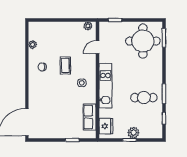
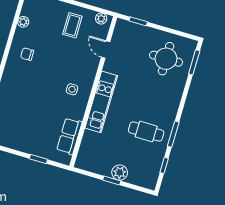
round table: (143, 41) -> (166, 59), width x0.73, depth x0.73
door: (98, 47) -> (106, 49), hinge flipped
coffee table: (65, 65) -> (72, 25), moved
fridge: (106, 126) -> (87, 154), removed

